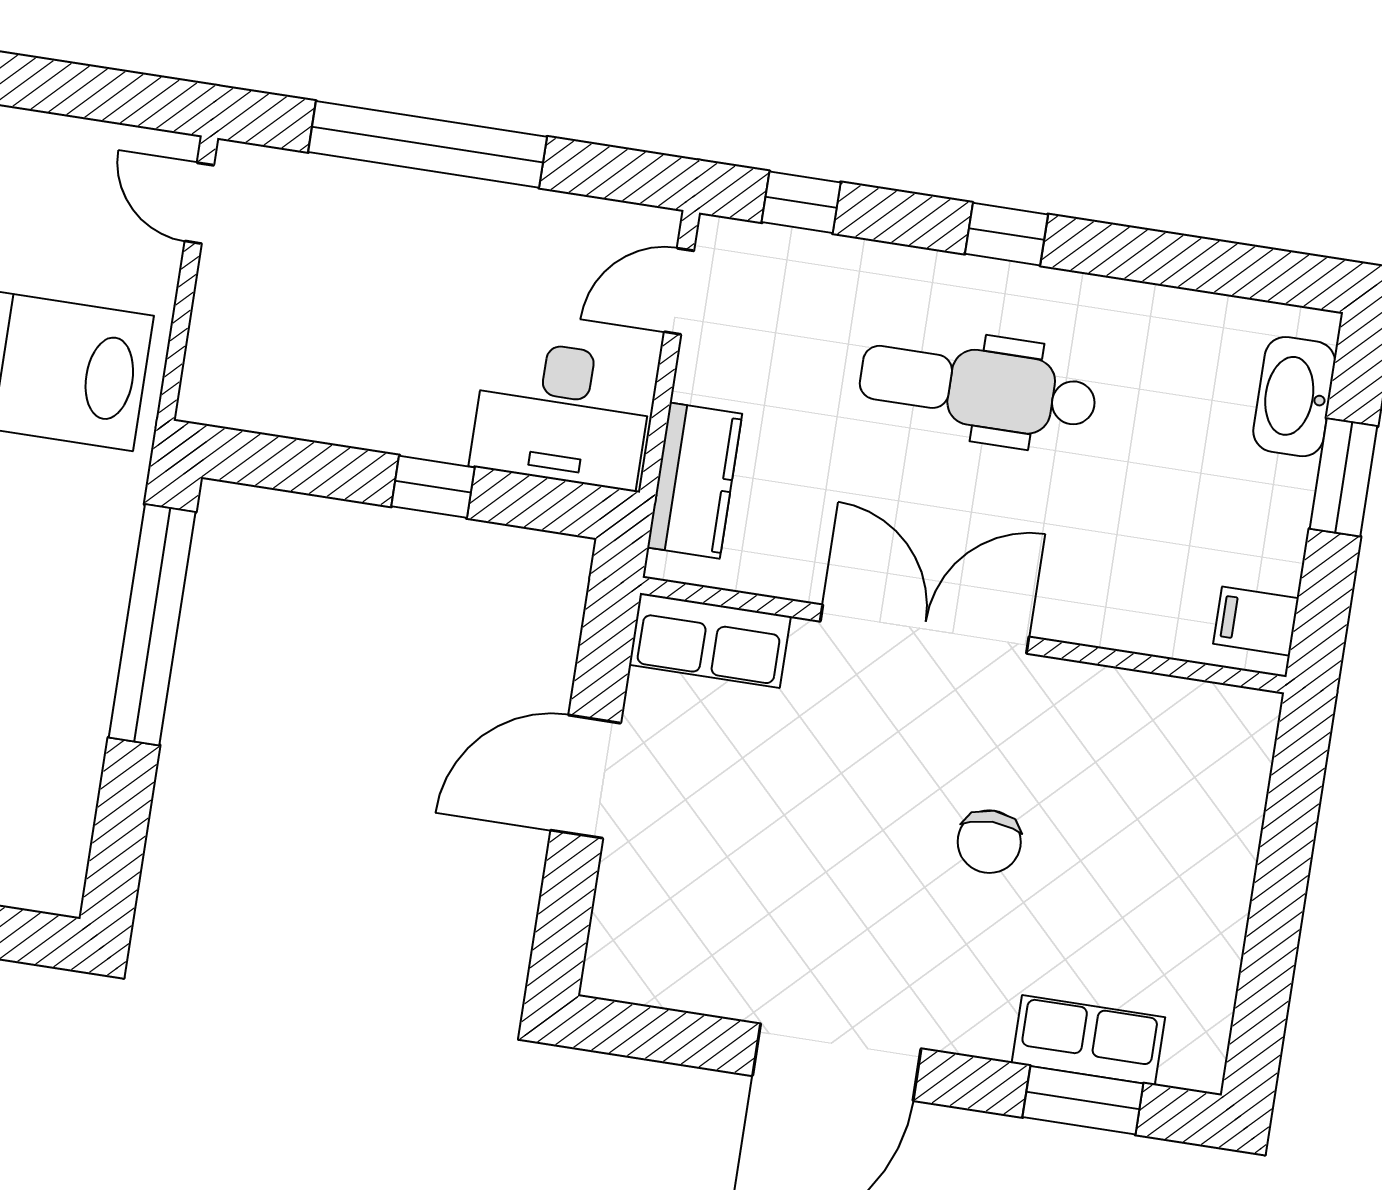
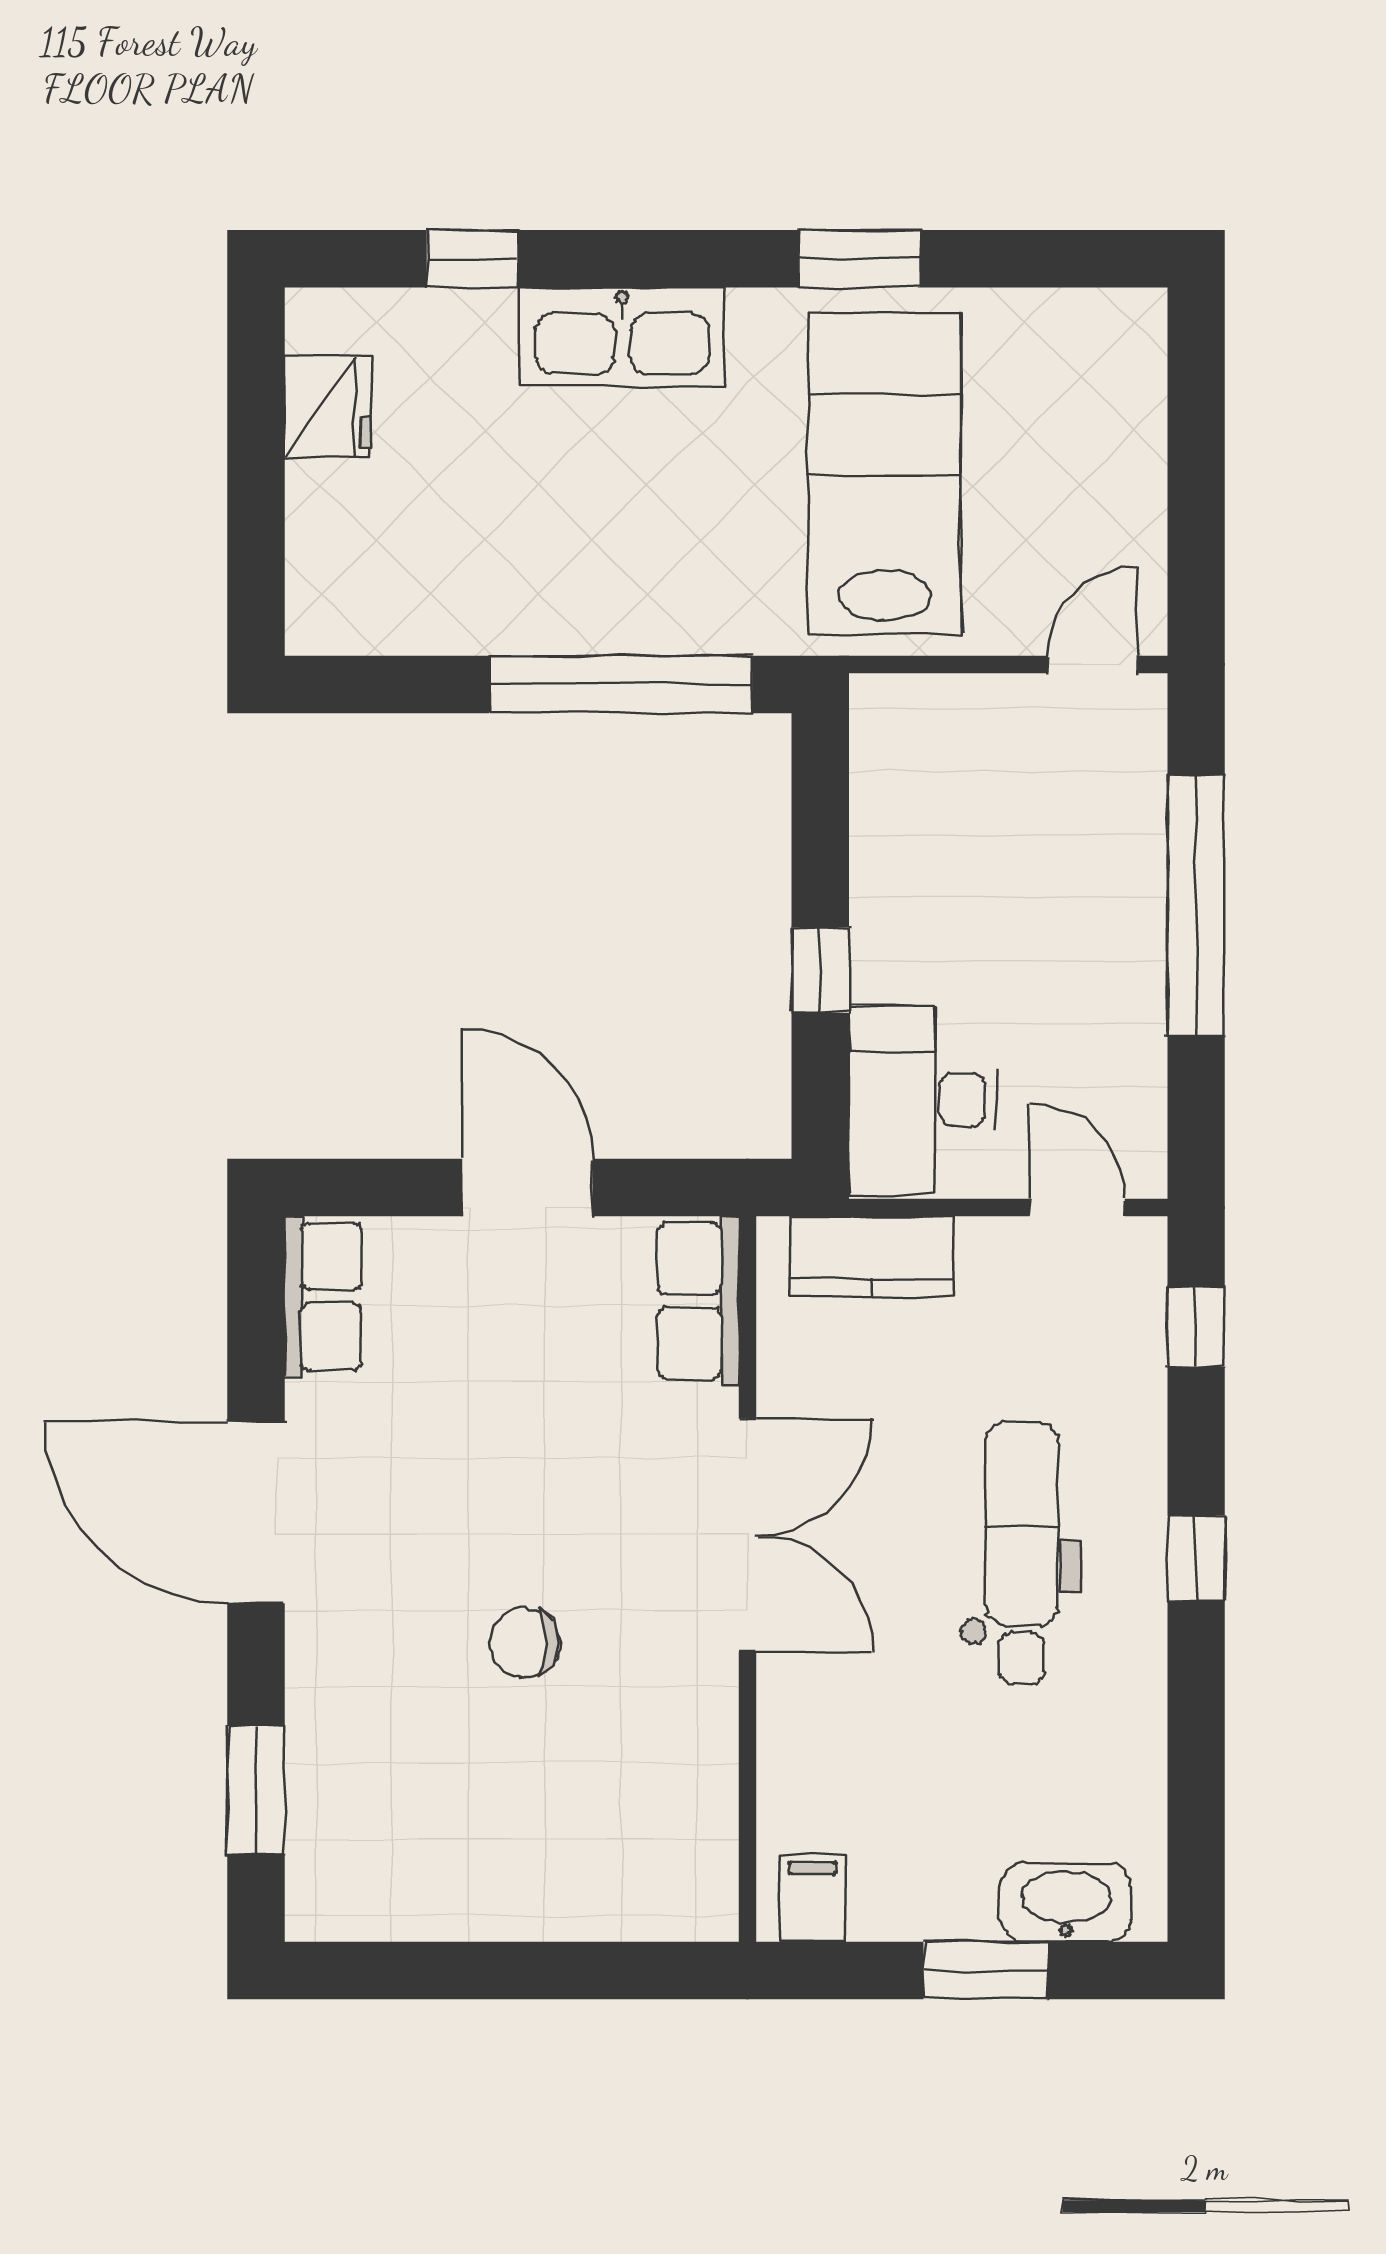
row of seats: (1088, 1040) -> (323, 1297), moved

